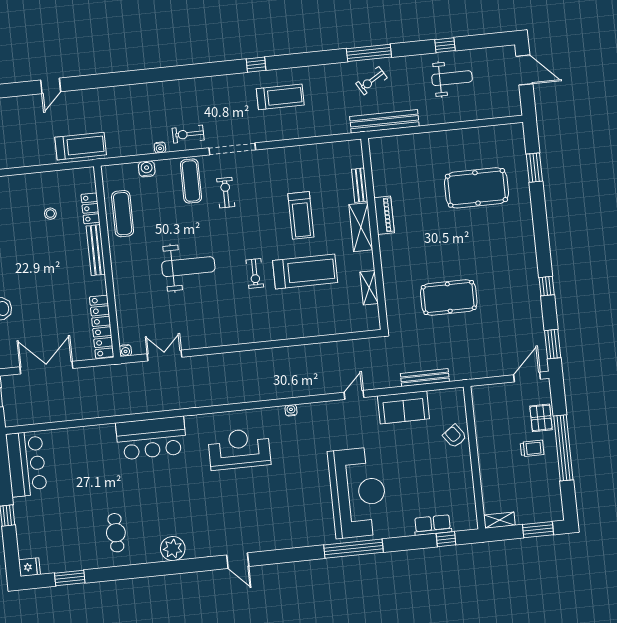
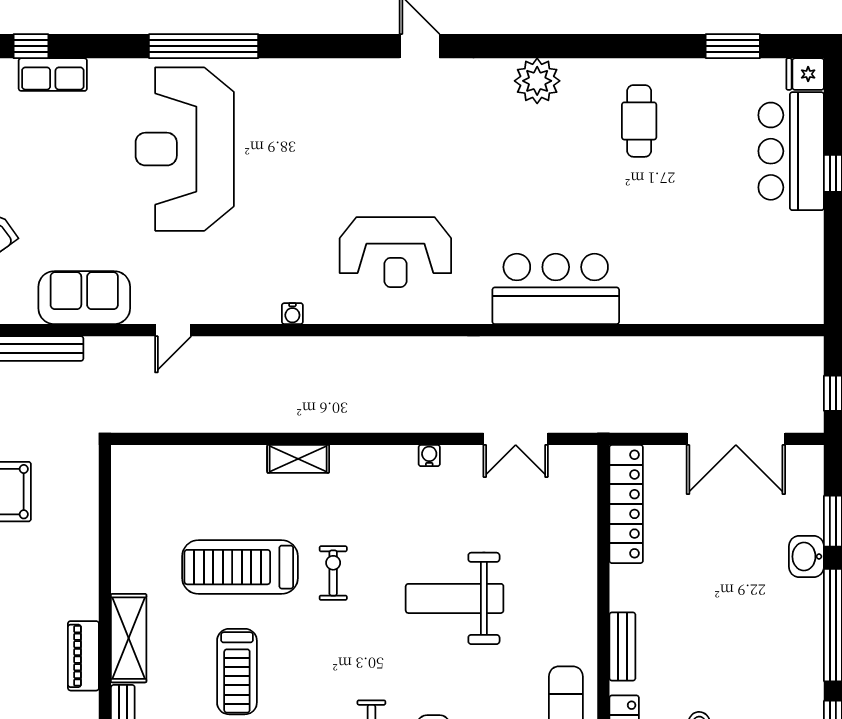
treadmill: (301, 215) -> (237, 672), turned 180
bench: (96, 250) -> (622, 647), width x0.73
shelving: (369, 288) -> (298, 459), moved, turned 90
water cooler: (125, 350) -> (429, 456), moved
bar counter: (26, 464) -> (791, 151), moved

